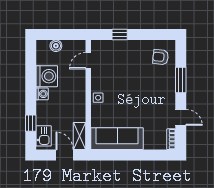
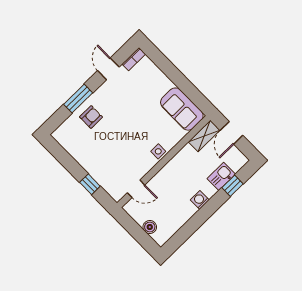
armchair: (161, 57) -> (91, 117), moved, turned -96
washing machine: (47, 76) -> (182, 210), removed
kitchen sink: (44, 136) -> (221, 176), moved
sofa: (117, 139) -> (182, 109), width x0.73

